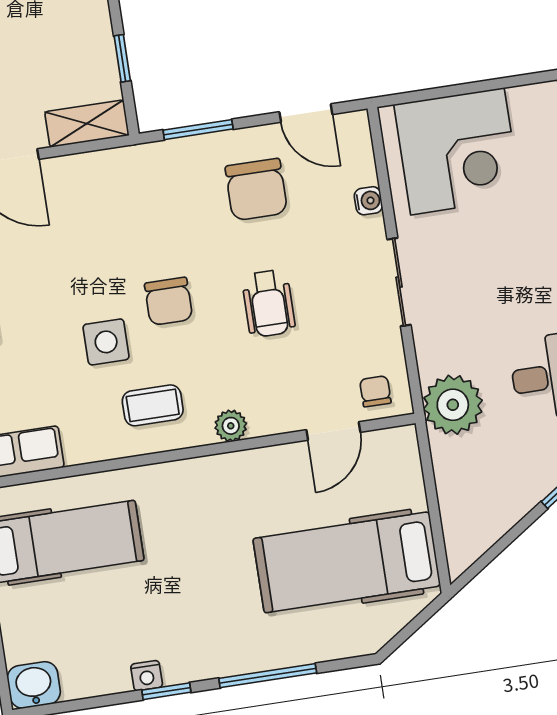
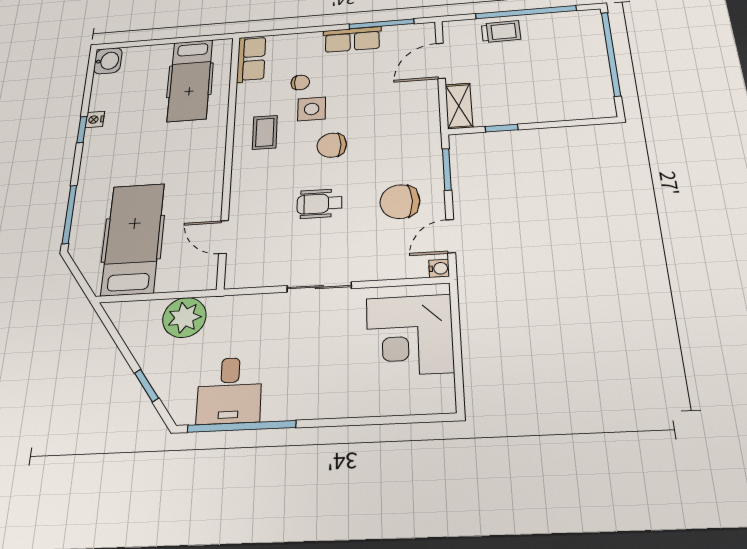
water cooler: (368, 201) -> (439, 268), moved, turned -90
chair: (375, 391) -> (300, 82), moved
plant: (453, 405) -> (184, 317), moved
plant: (231, 426) -> (241, 176), removed
window: (268, 676) -> (69, 214), moved

